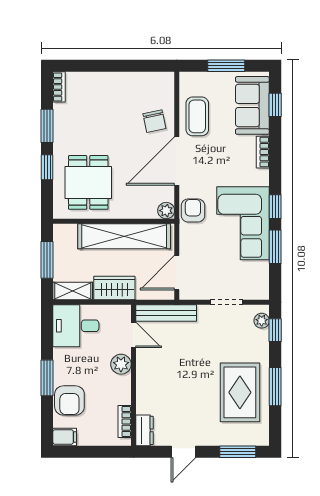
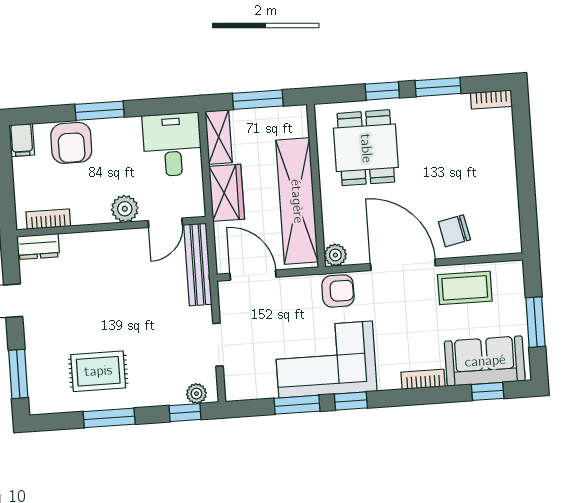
dining table: (88, 182) -> (366, 148), turned 90
rug: (240, 392) -> (98, 371), width x0.73, depth x0.70
armchair: (69, 400) -> (71, 143), turned -90

